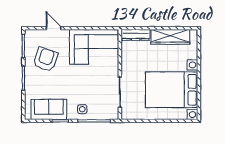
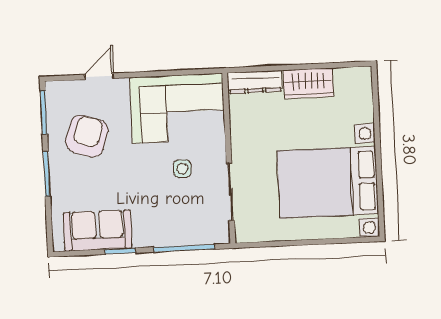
door: (54, 28) -> (99, 76), hinge flipped
wardrobe: (170, 37) -> (308, 83), width x0.67
side table: (82, 109) -> (182, 169), moved

